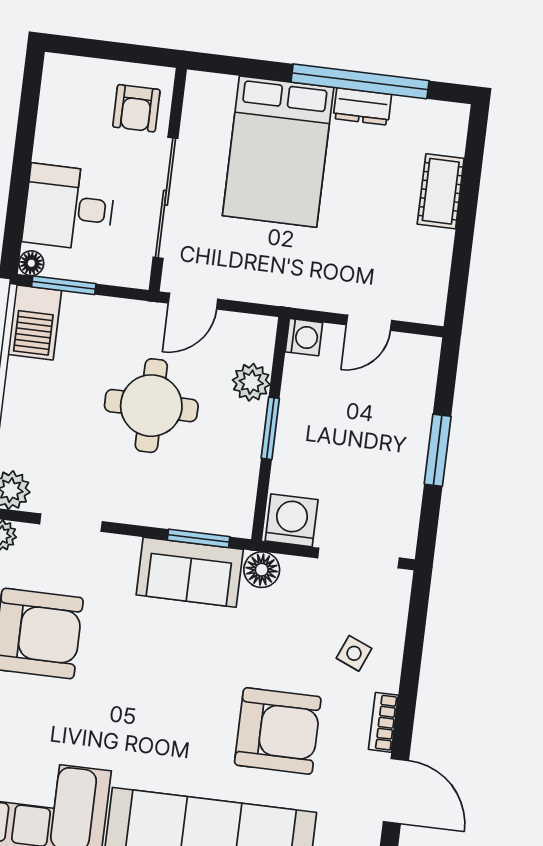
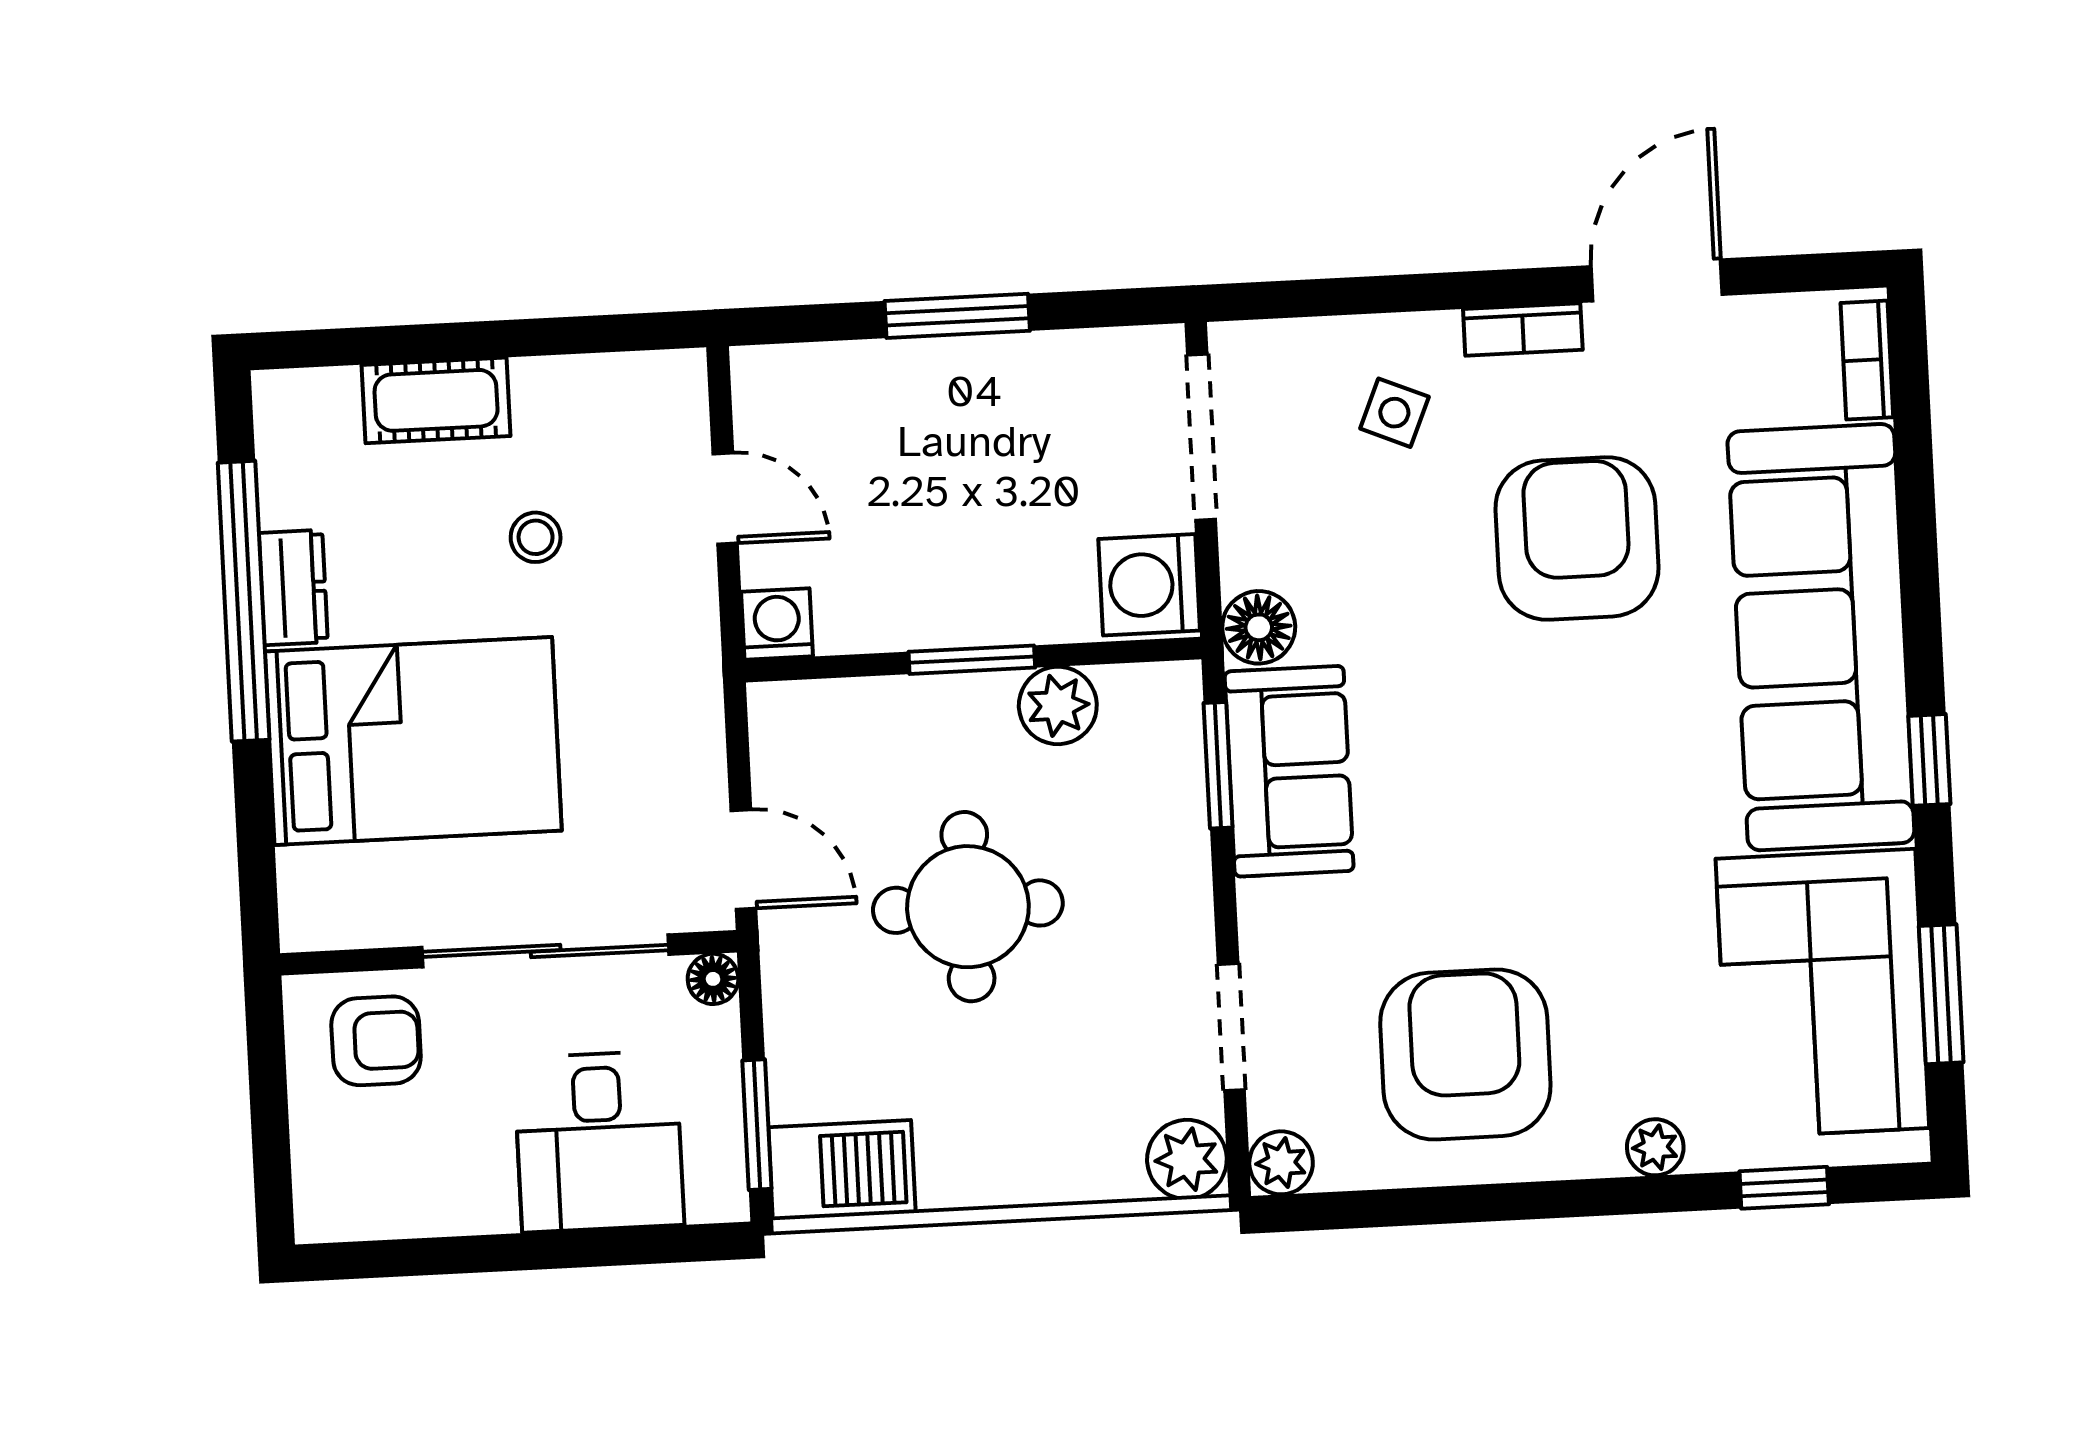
stool: (366, 228) -> (536, 537), added
floor lamp: (31, 263) -> (713, 979), moved
plant: (251, 382) -> (1058, 705), moved

